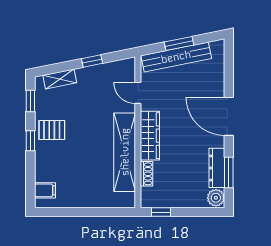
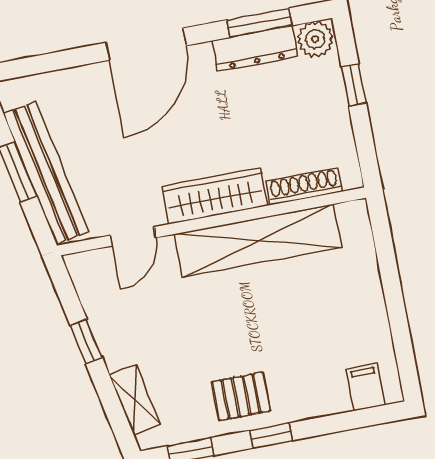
pallet: (52, 130) -> (241, 396), turned 90
shoe rack: (146, 174) -> (304, 186), width x1.43
window: (161, 212) -> (354, 85), moved

